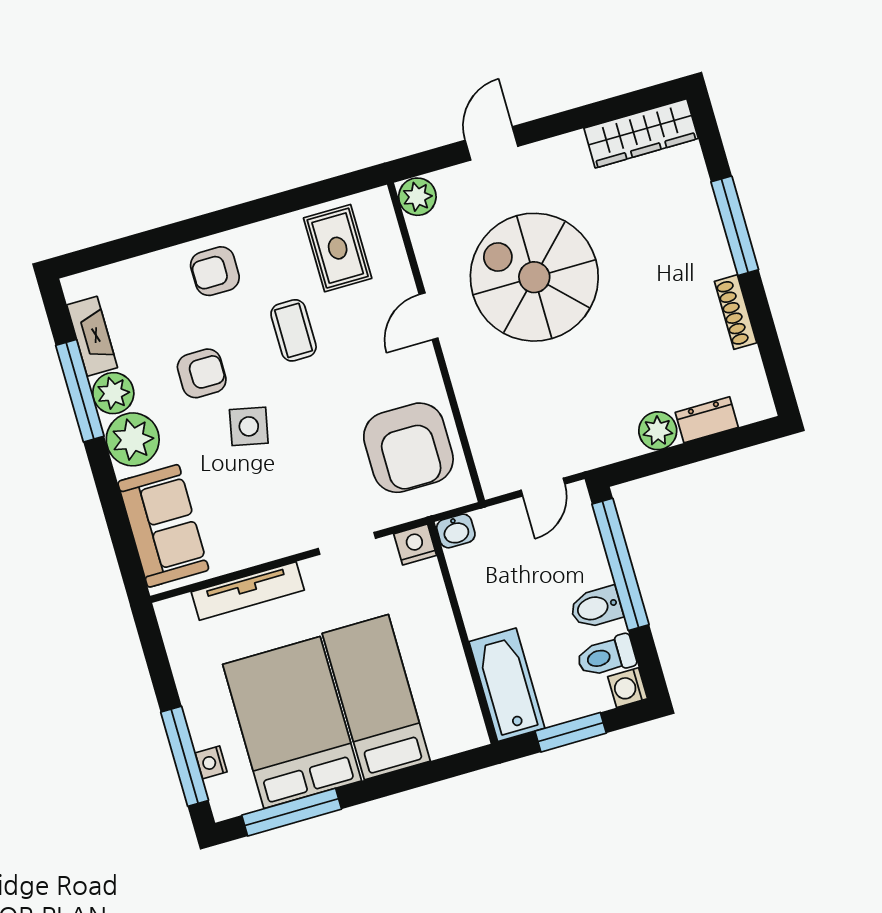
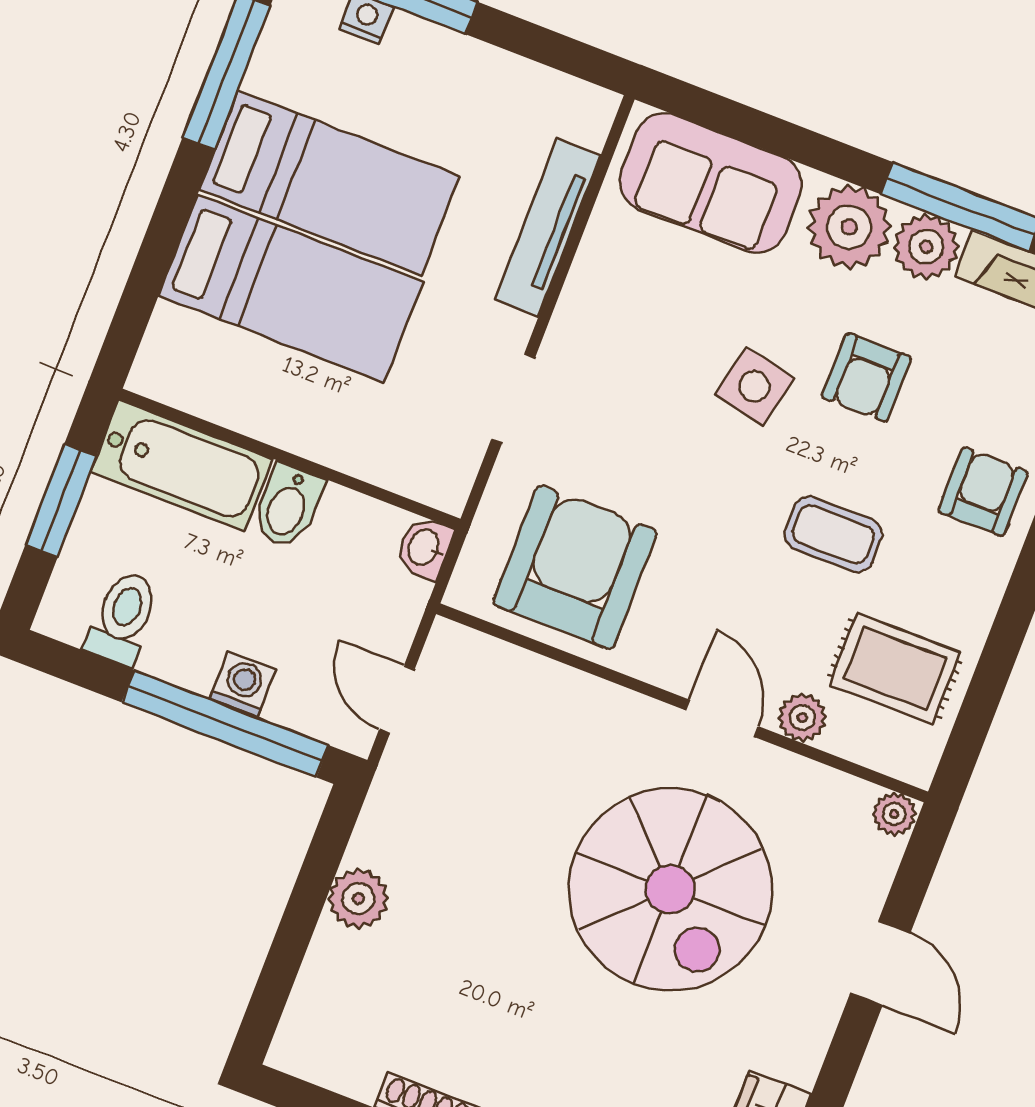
plant: (417, 197) -> (894, 814), width x0.73, depth x0.73
plant: (398, 276) -> (802, 718), added
spiral stairs: (534, 277) -> (670, 889), turned 90
dresser: (707, 420) -> (325, 971), removed
armchair: (408, 448) -> (575, 567), turned 90
nightstand: (415, 545) -> (446, 483), removed
bidet: (596, 607) -> (288, 506), moved, turned 180
washing machine: (628, 688) -> (243, 684), moved
bed: (292, 723) -> (330, 183), width x0.67

